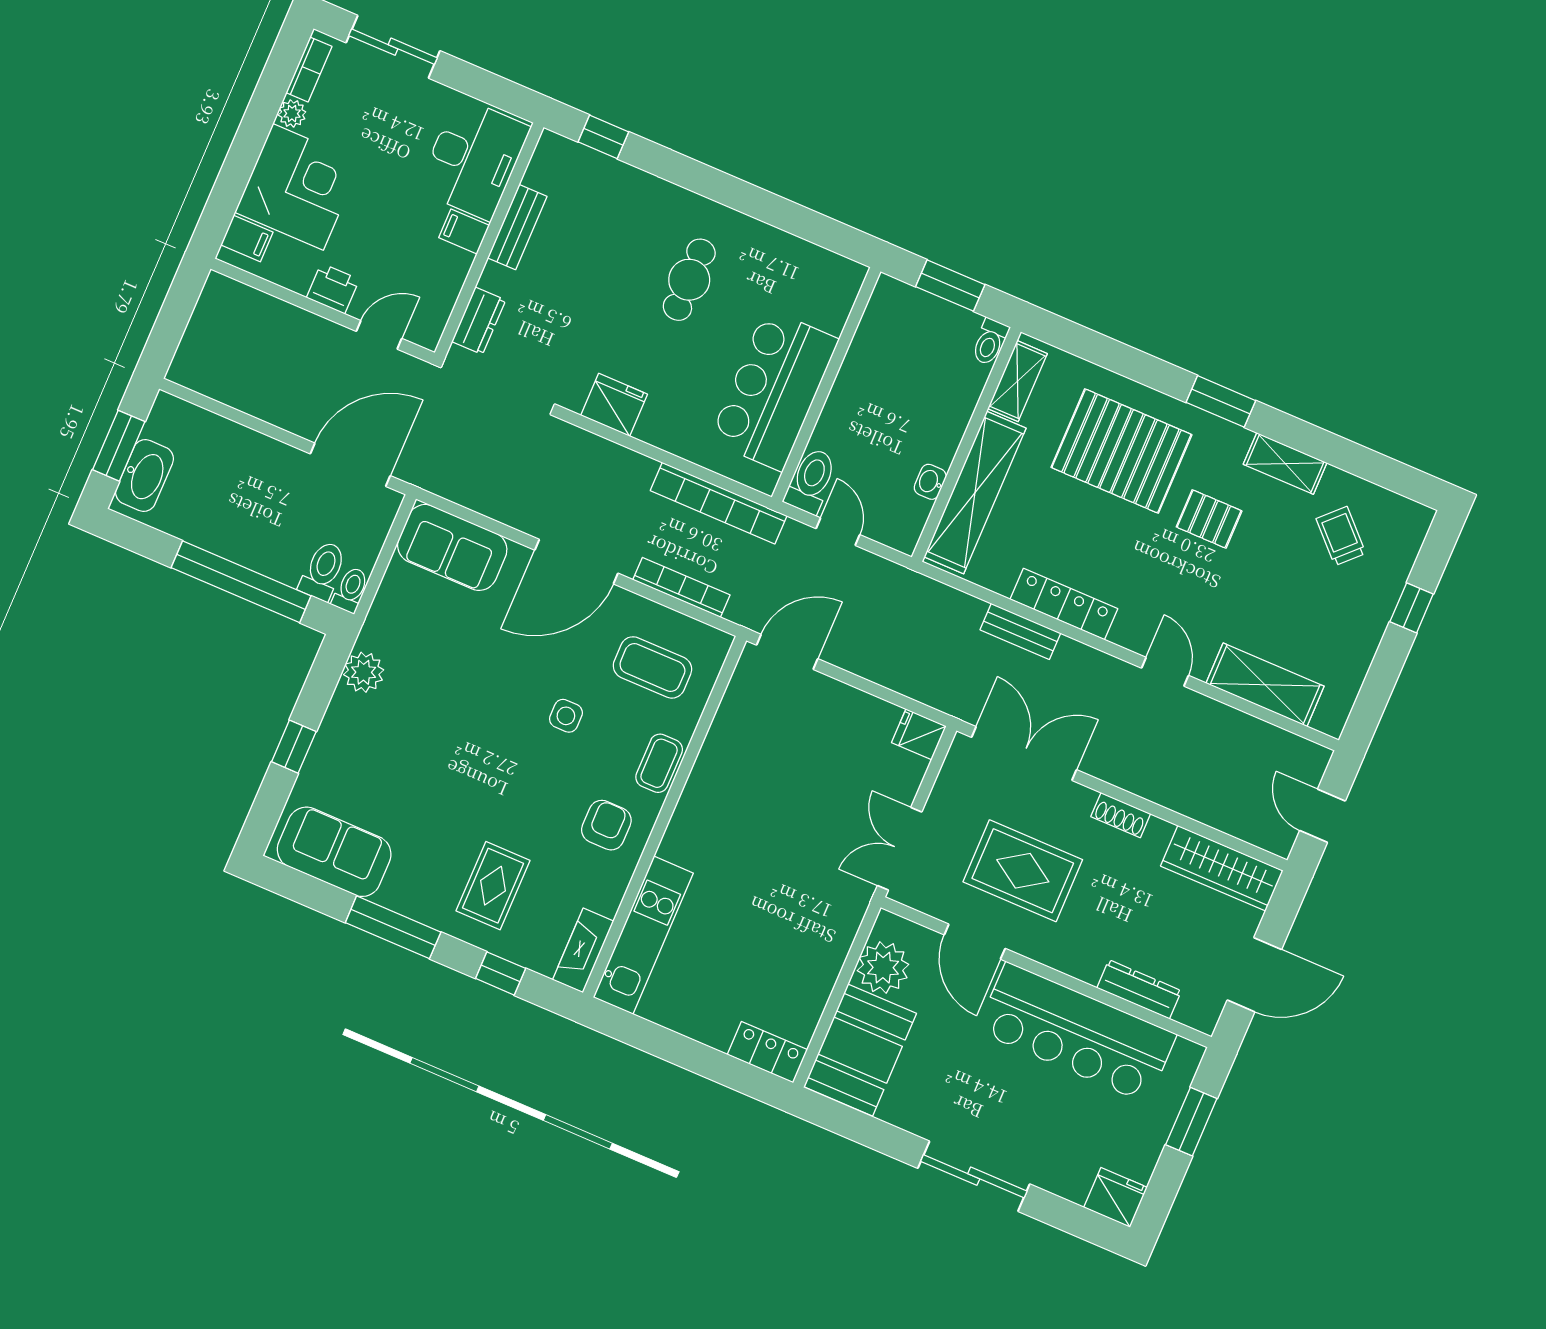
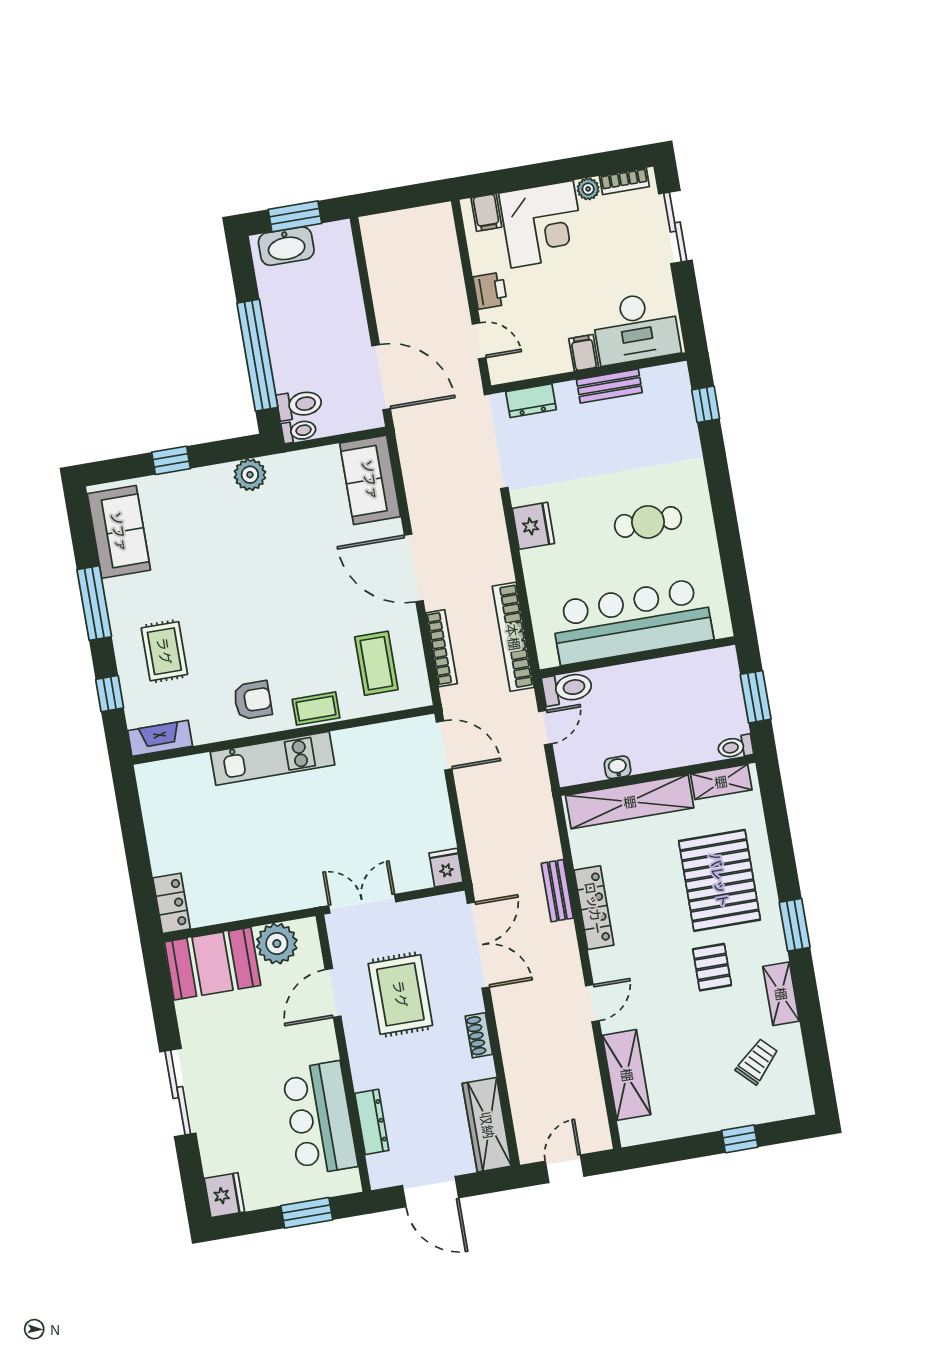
bar counter: (774, 390) -> (632, 621), width x1.36
side table: (566, 716) -> (308, 627), removed
rug: (493, 886) -> (164, 651), turned 90
kitchen unit: (643, 935) -> (273, 758), moved
bar counter: (1077, 1033) -> (320, 1118), width x0.73

